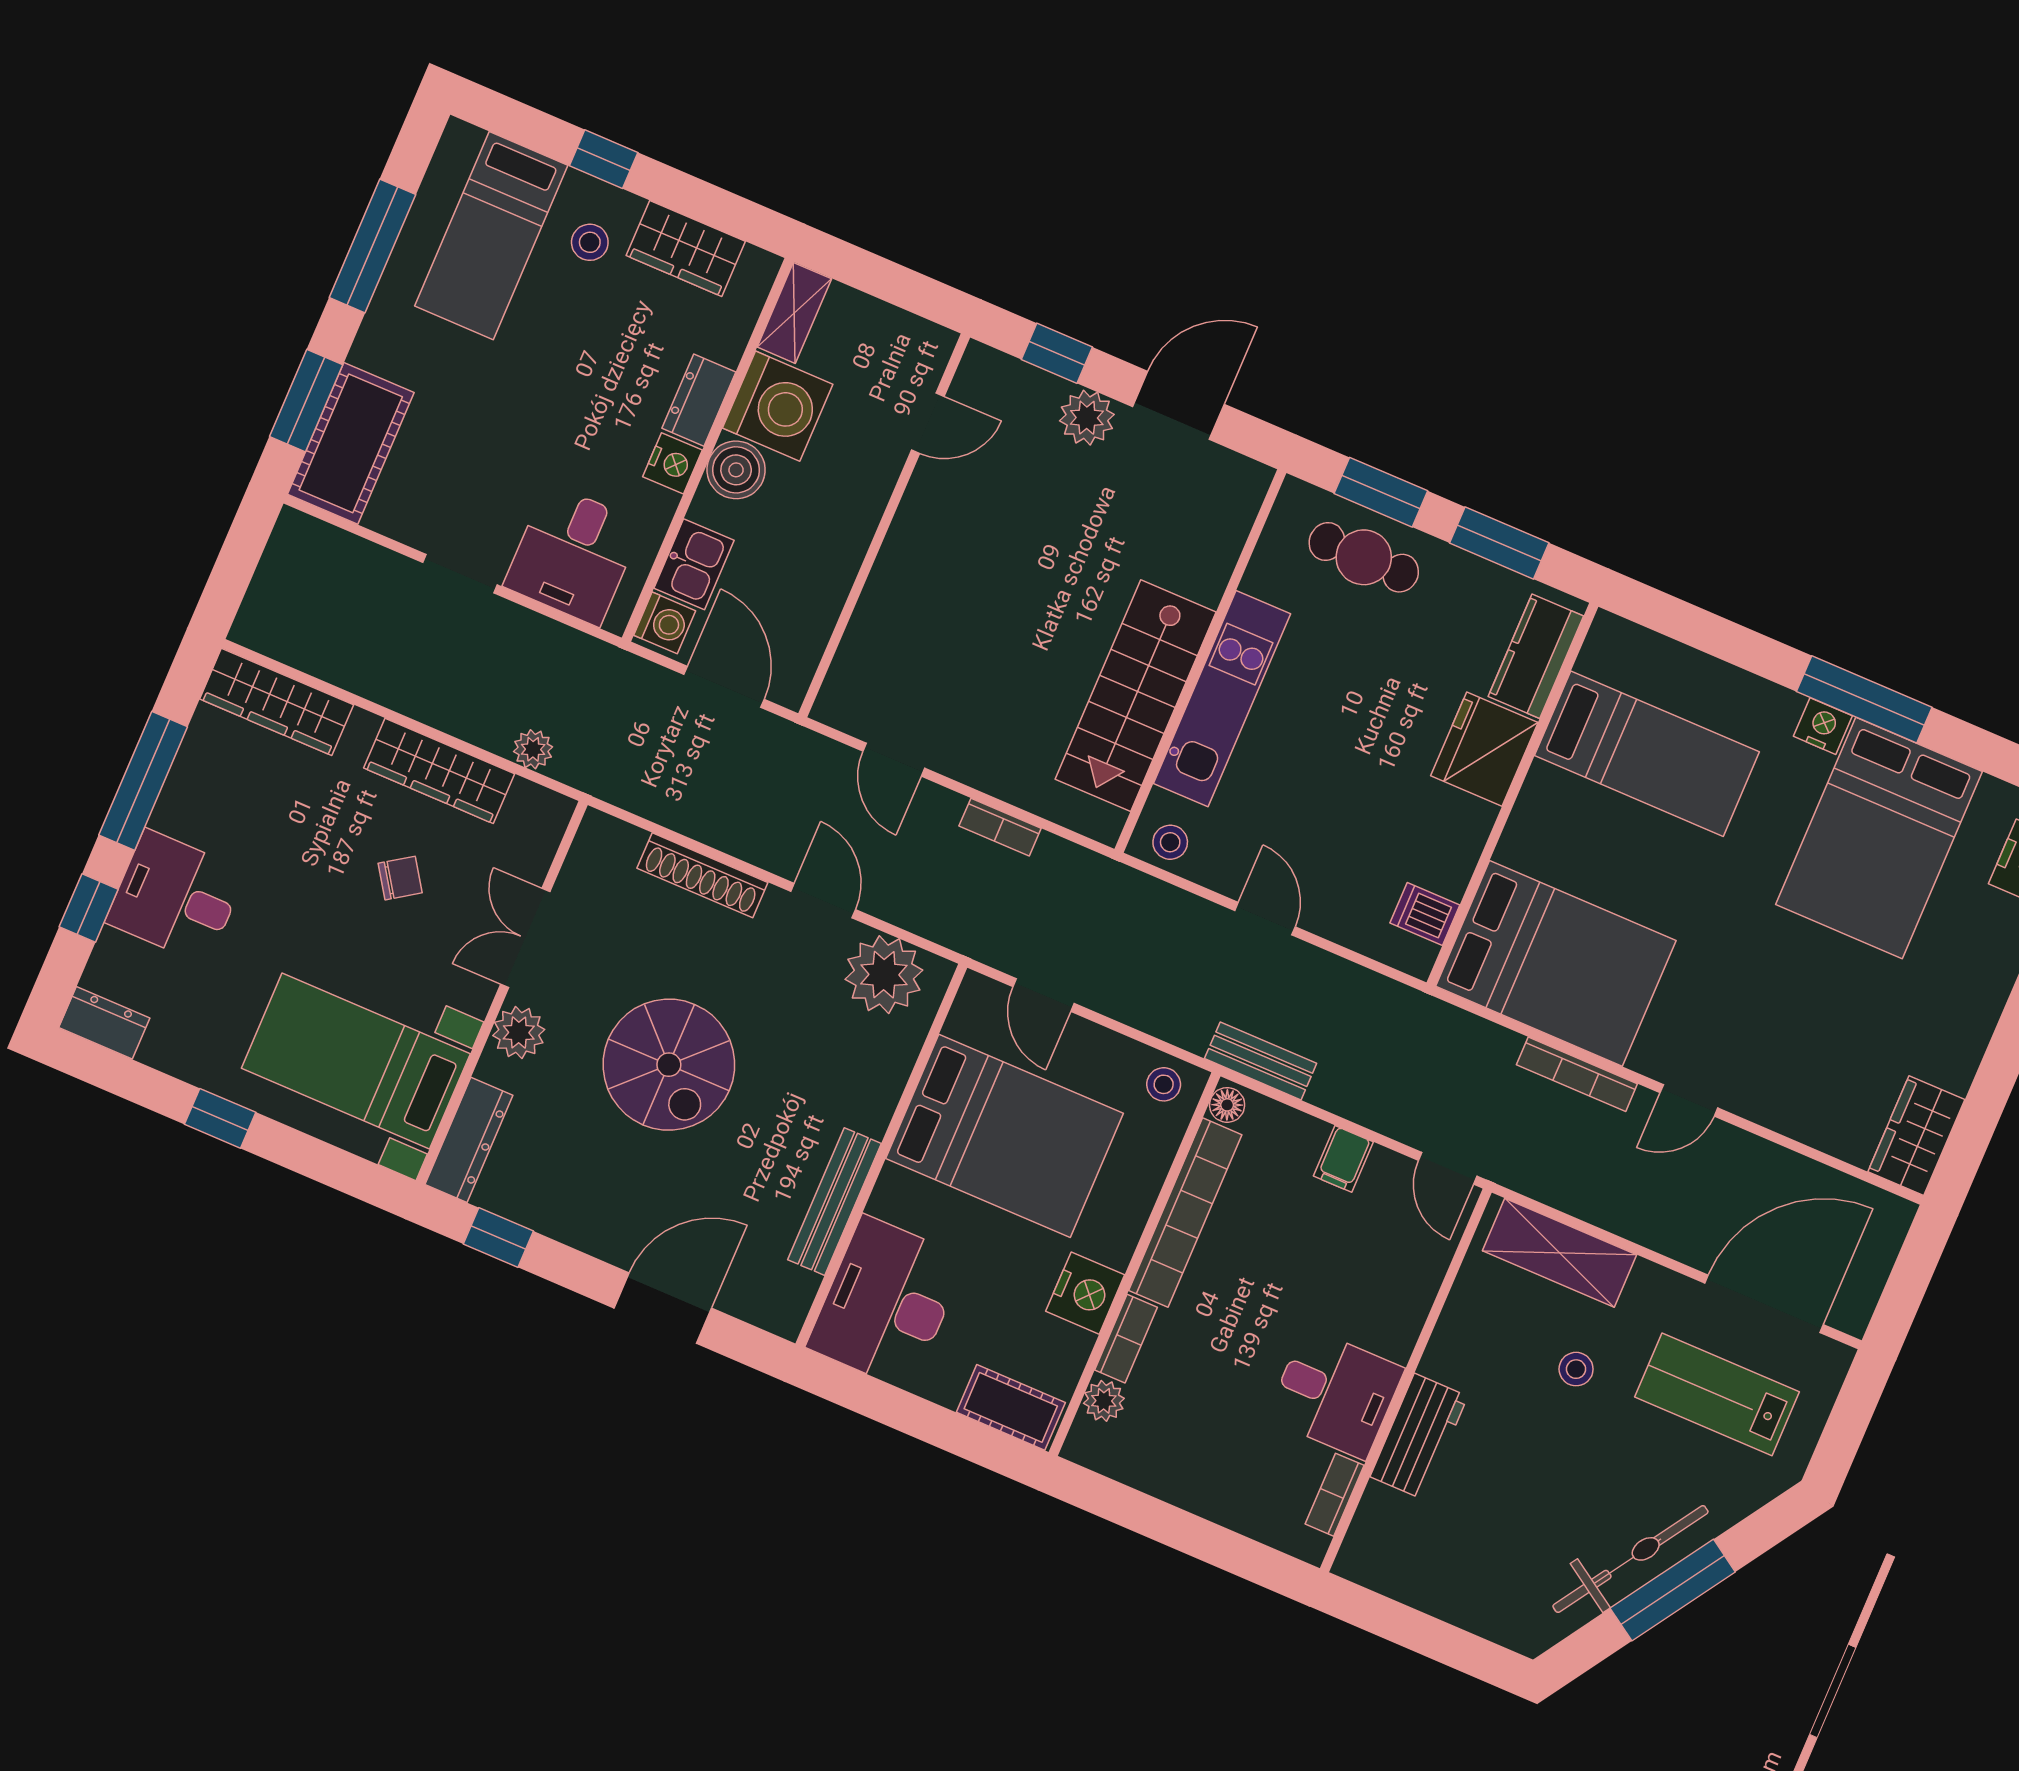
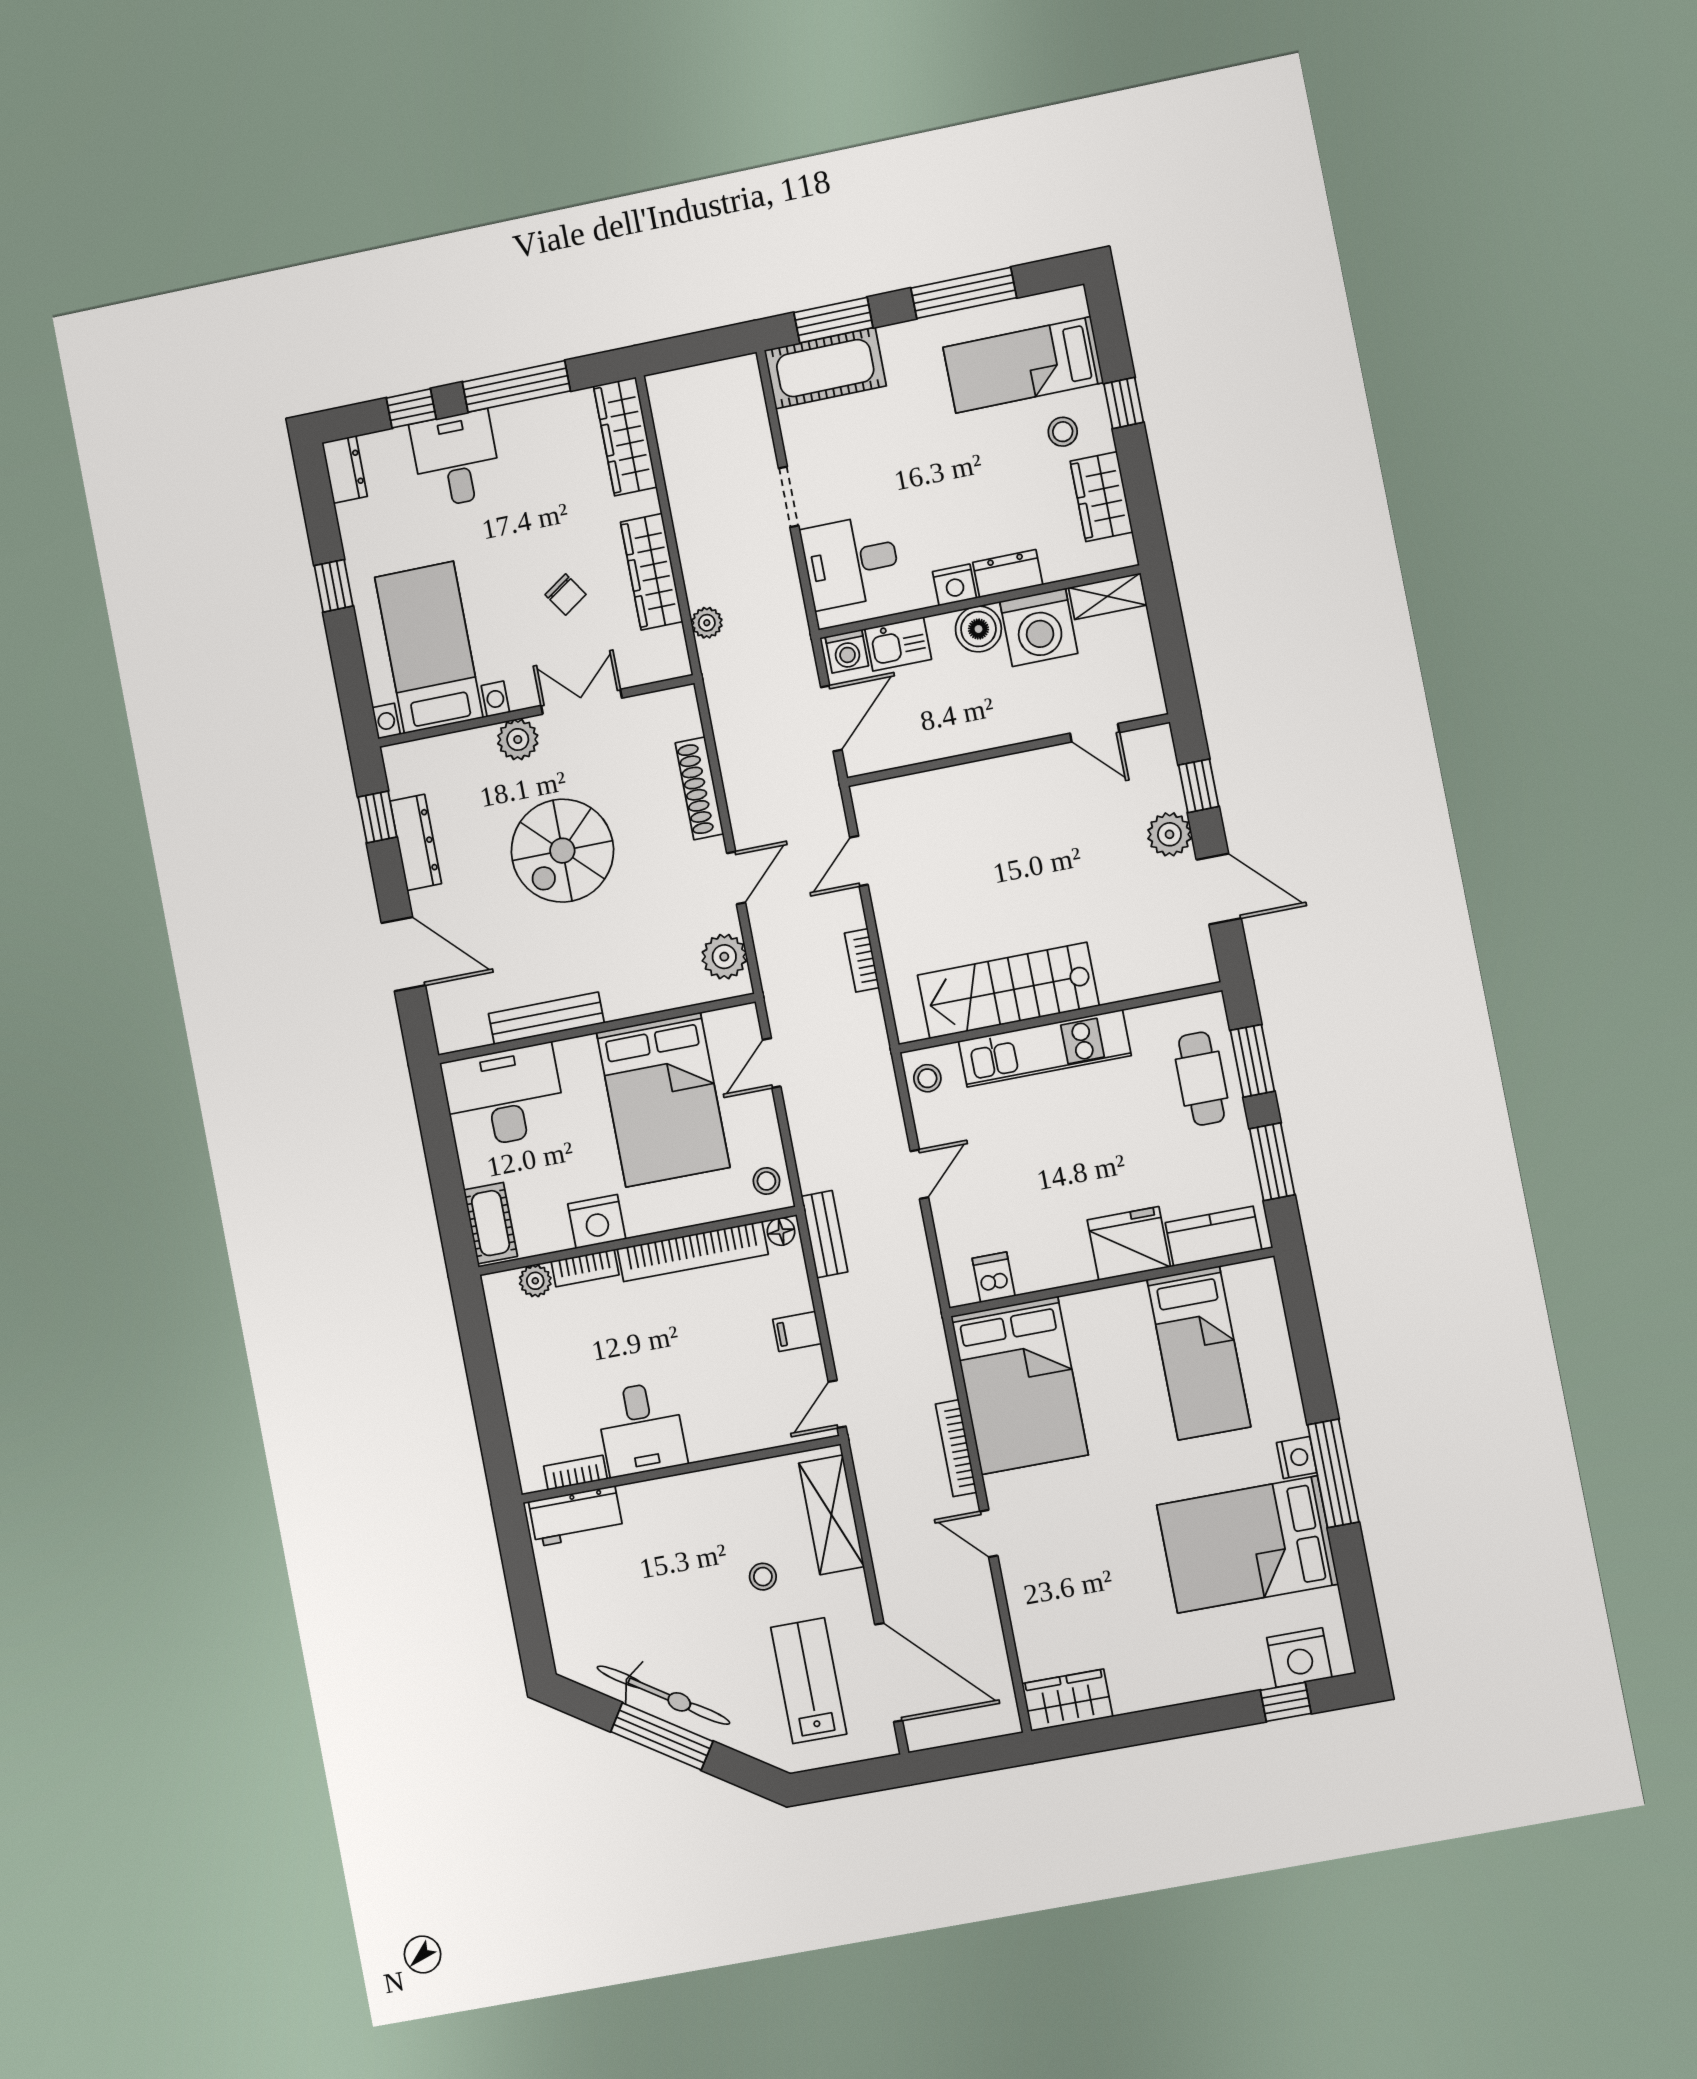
plant: (884, 975) -> (724, 957), width x0.73, depth x0.73
dresser: (469, 1140) -> (416, 842), moved, turned -90
workbench: (1419, 1436) -> (576, 1516), moved

